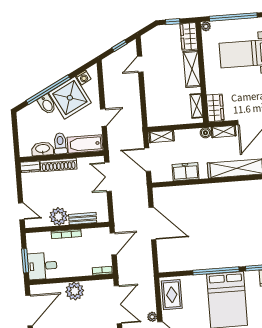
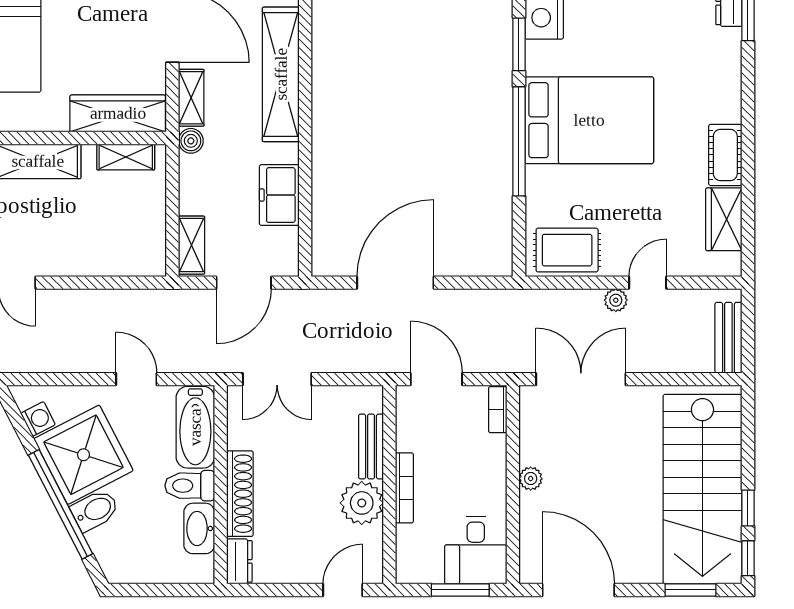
wardrobe: (215, 108) -> (118, 113), width x1.50
plant: (75, 291) -> (531, 479), width x0.53, depth x0.53

